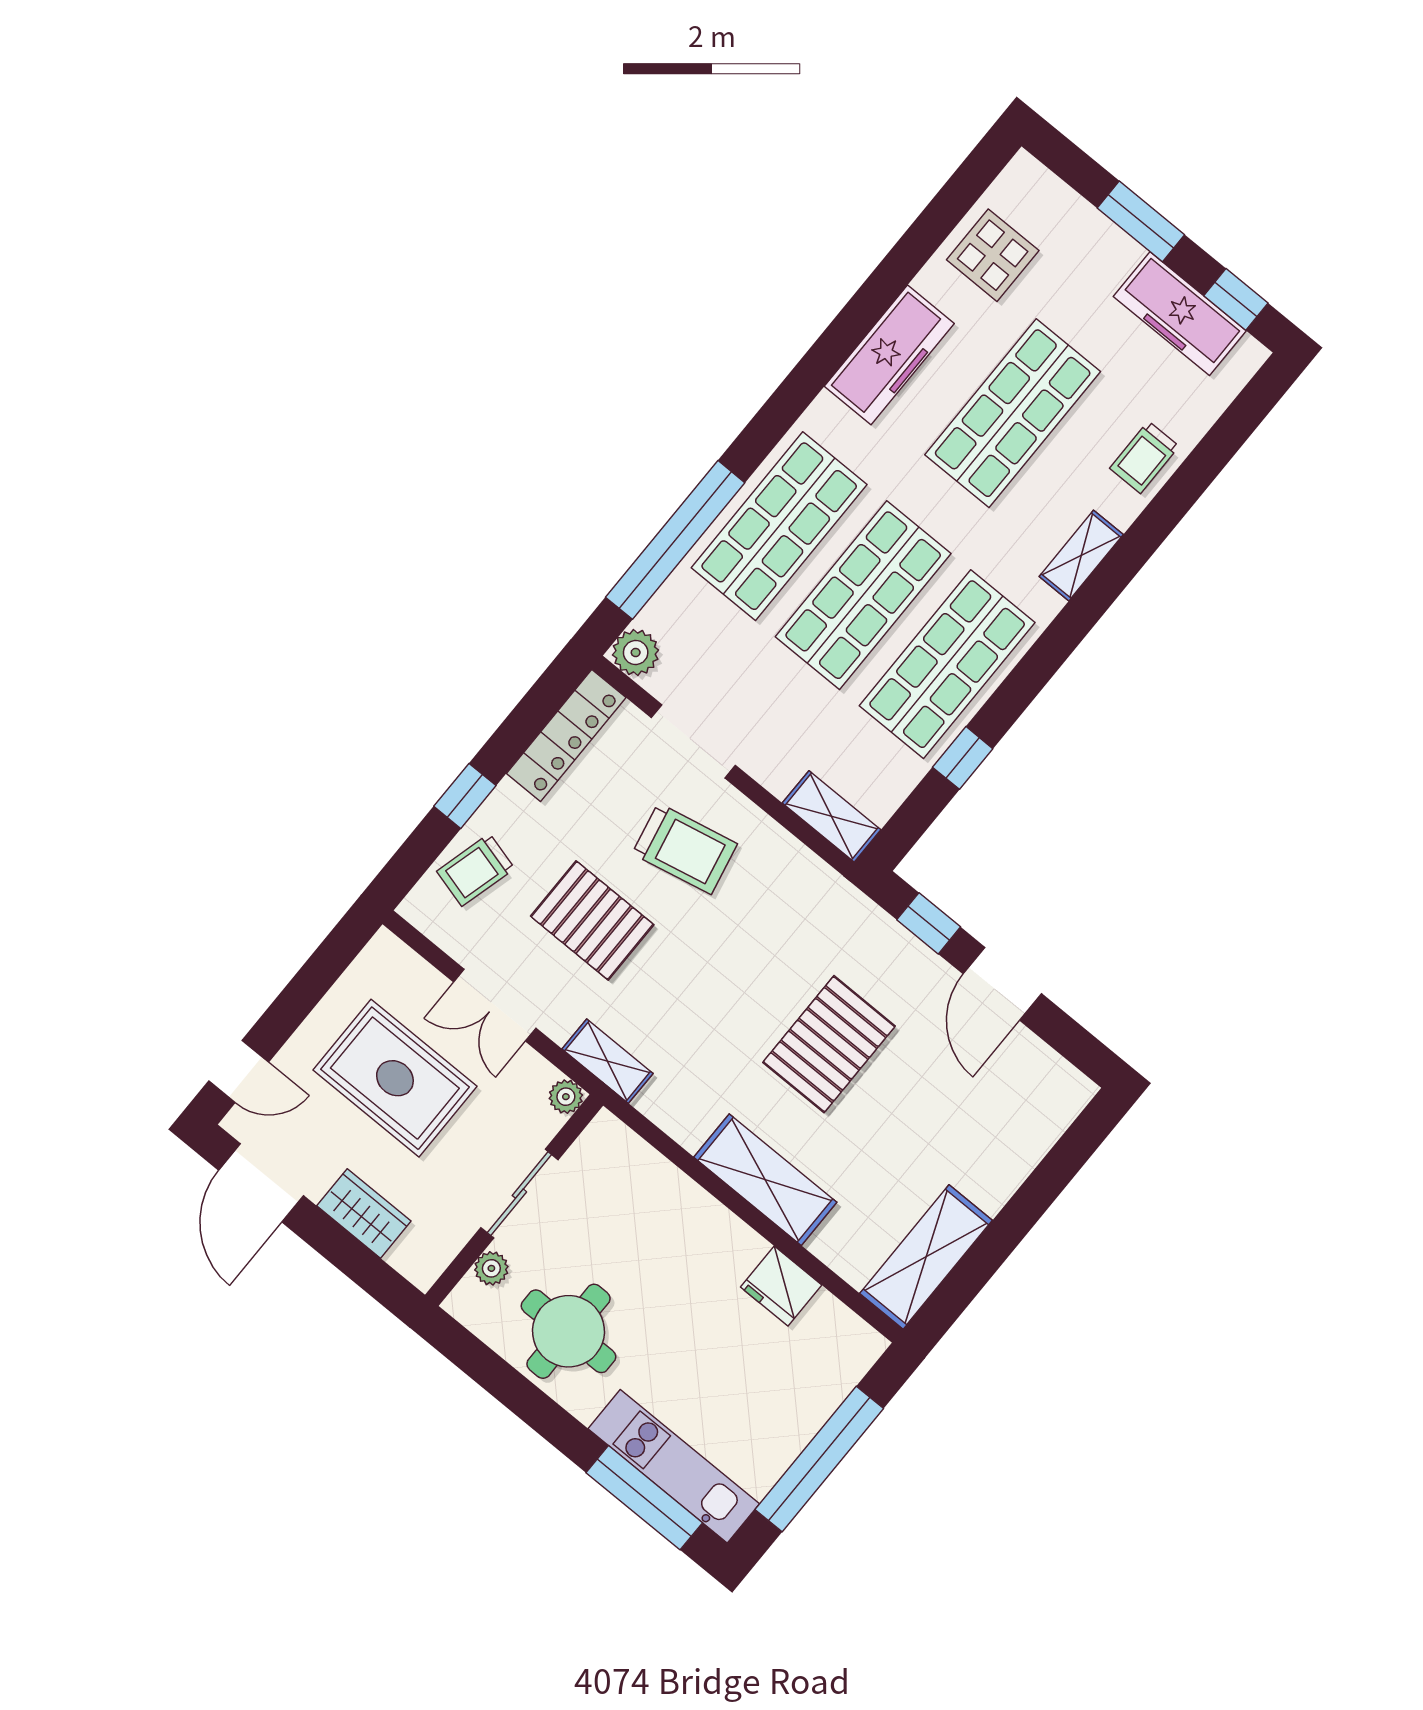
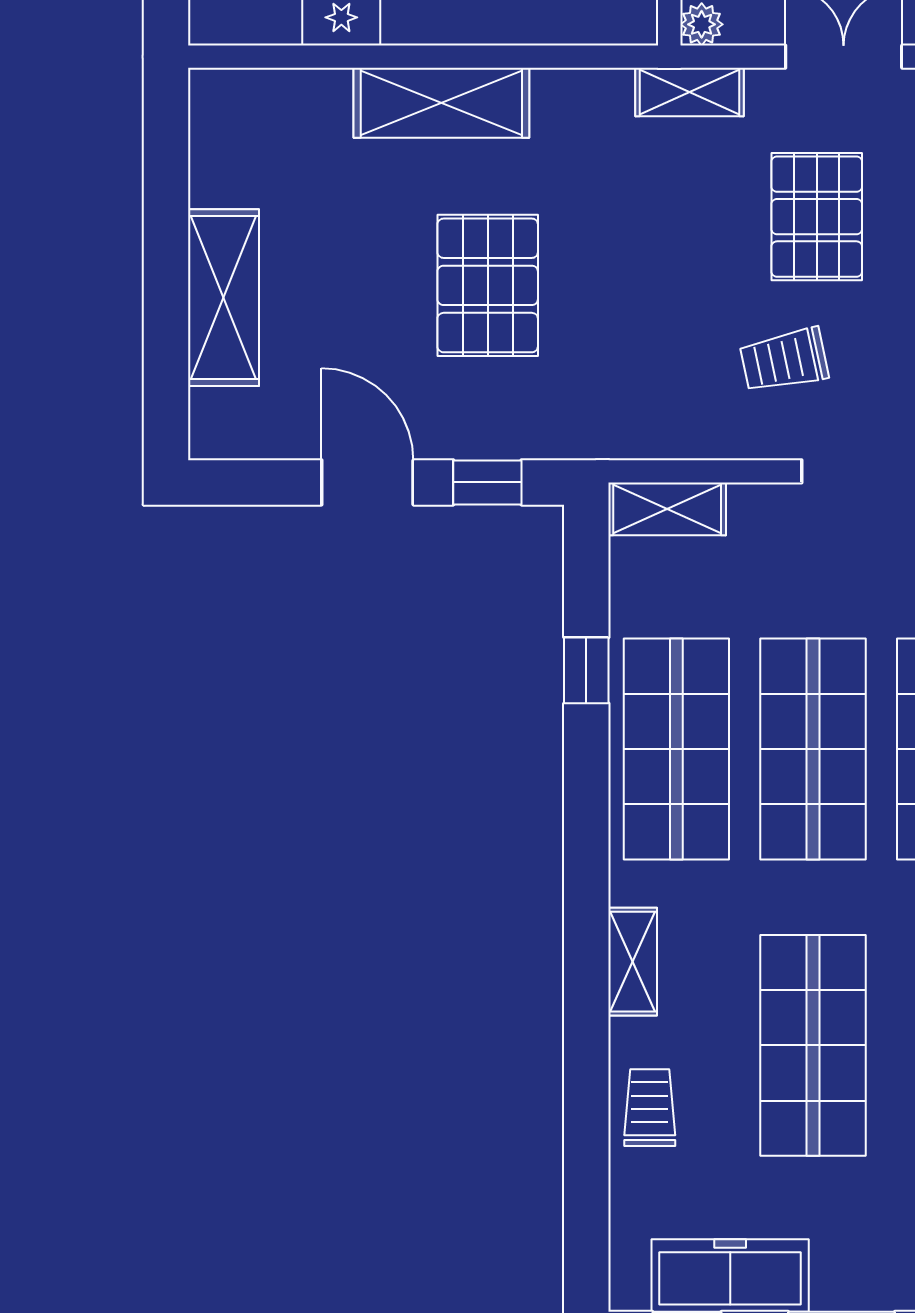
trolley: (685, 849) -> (784, 360), width x0.73, depth x0.72
pallet: (592, 920) -> (817, 217), turned 90
shelving: (926, 1257) -> (224, 298), moved

